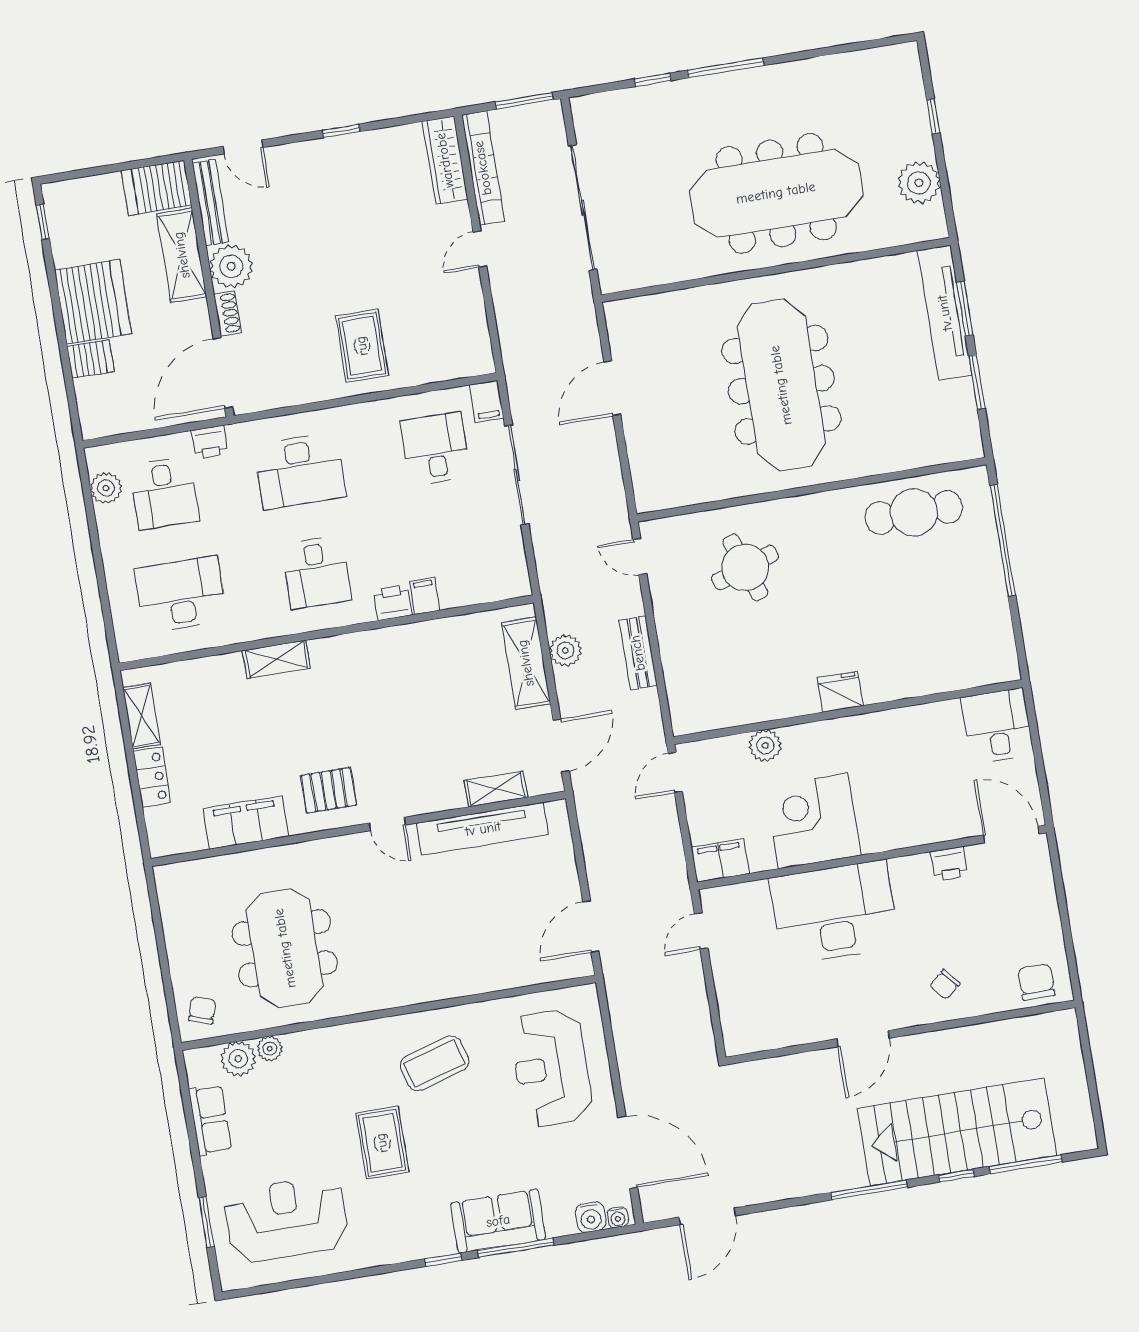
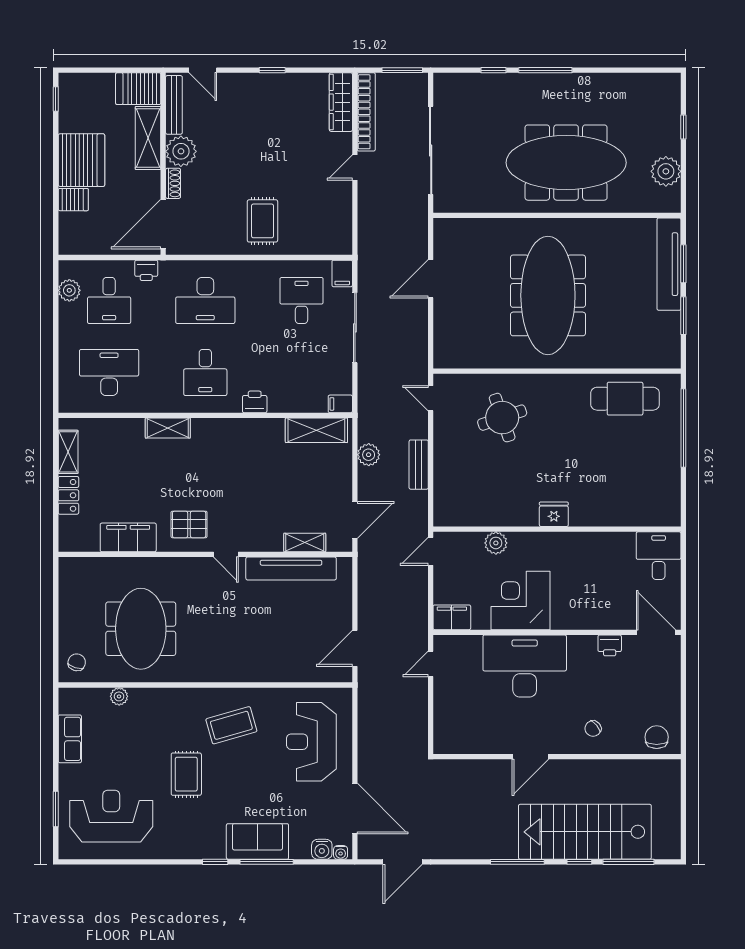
filing cabinet: (425, 596) -> (340, 404), moved, turned -90
shelving: (526, 663) -> (316, 430), moved, turned 90
plant: (238, 1059) -> (96, 700), removed

